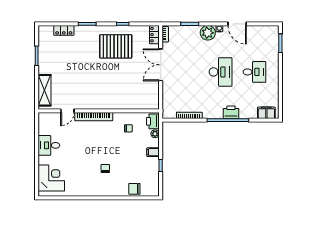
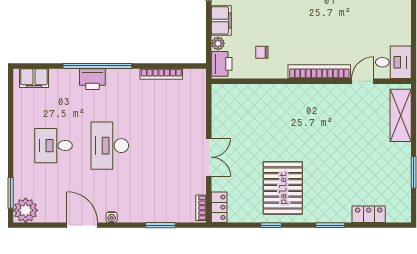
plant: (208, 33) -> (26, 210), moved
pallet: (116, 46) -> (283, 188), turned 90
double door: (161, 65) -> (209, 157), width x0.73
desk: (49, 145) -> (393, 62), moved
filing cabinet: (153, 152) -> (221, 20), width x2.00

